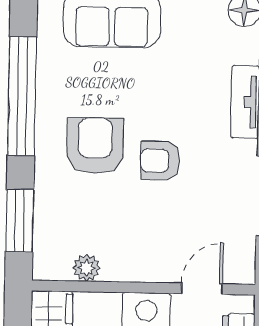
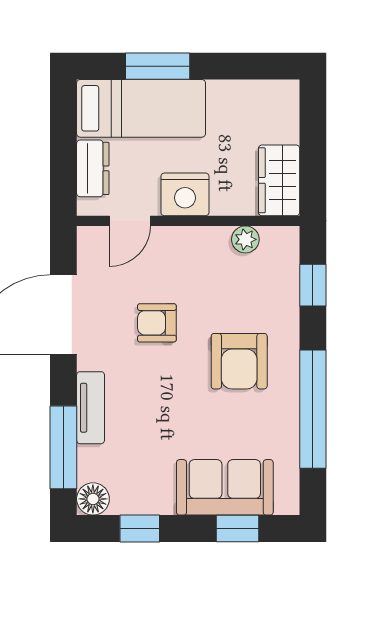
armchair: (160, 161) -> (157, 323), moved, turned 180
window: (20, 221) -> (313, 285), width x0.67

